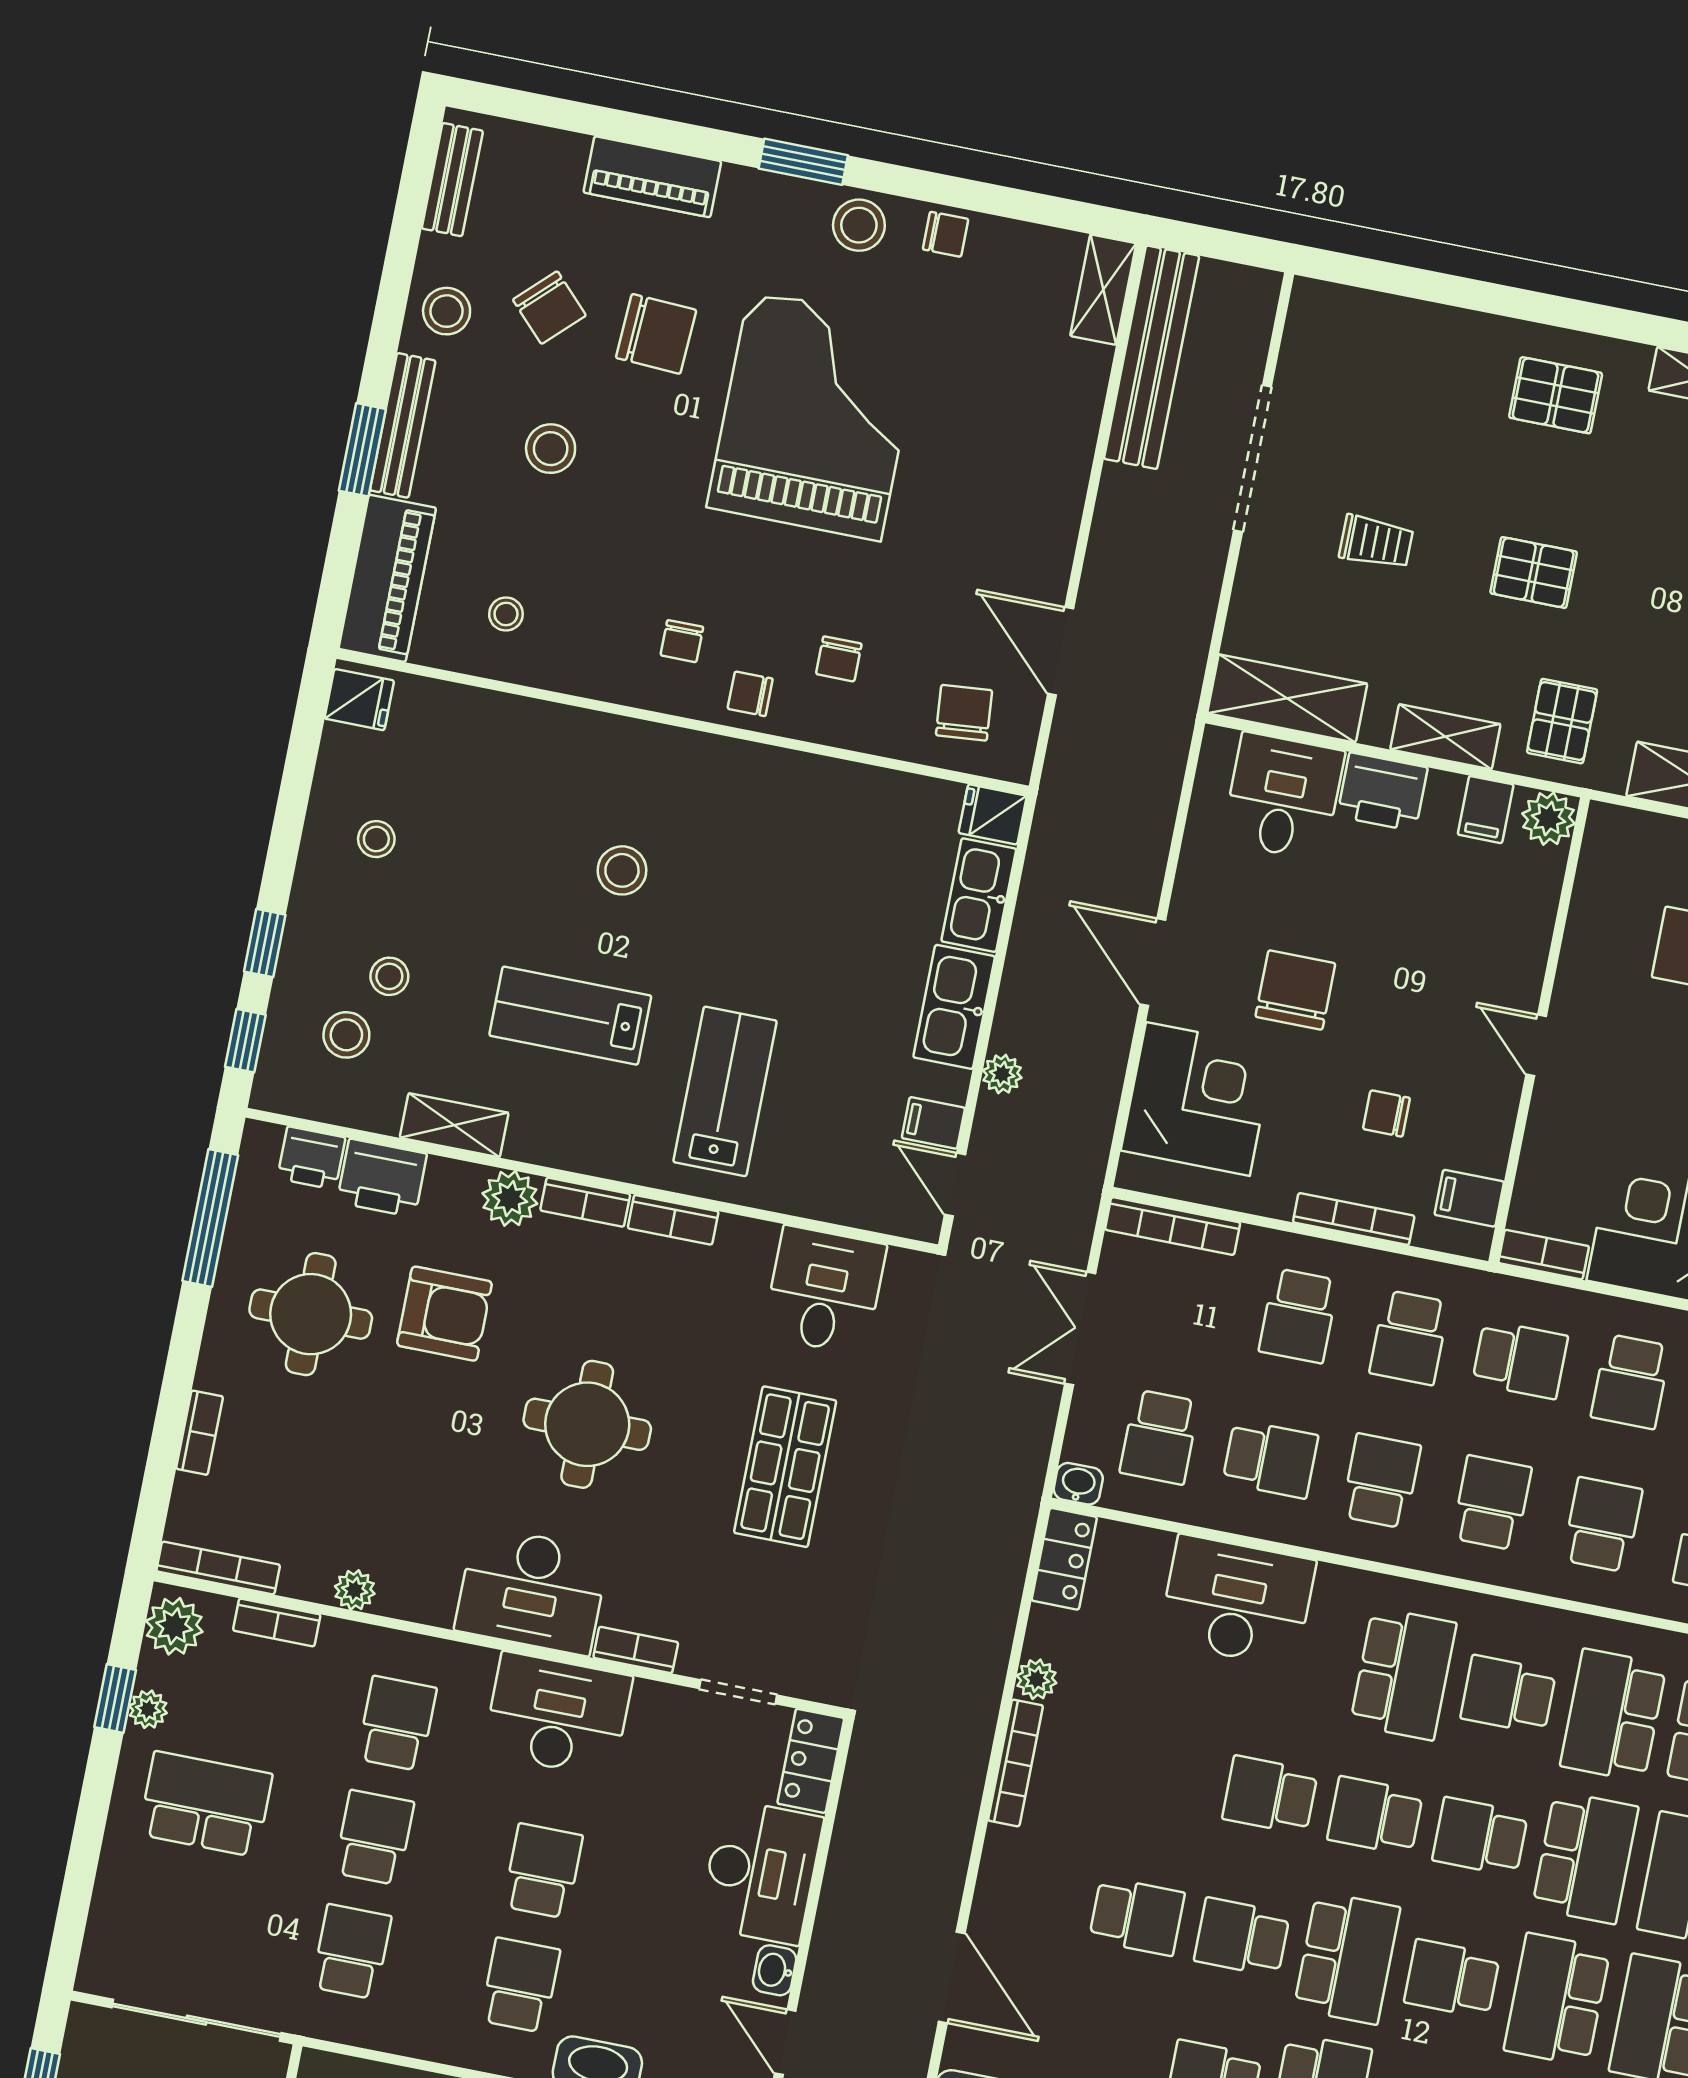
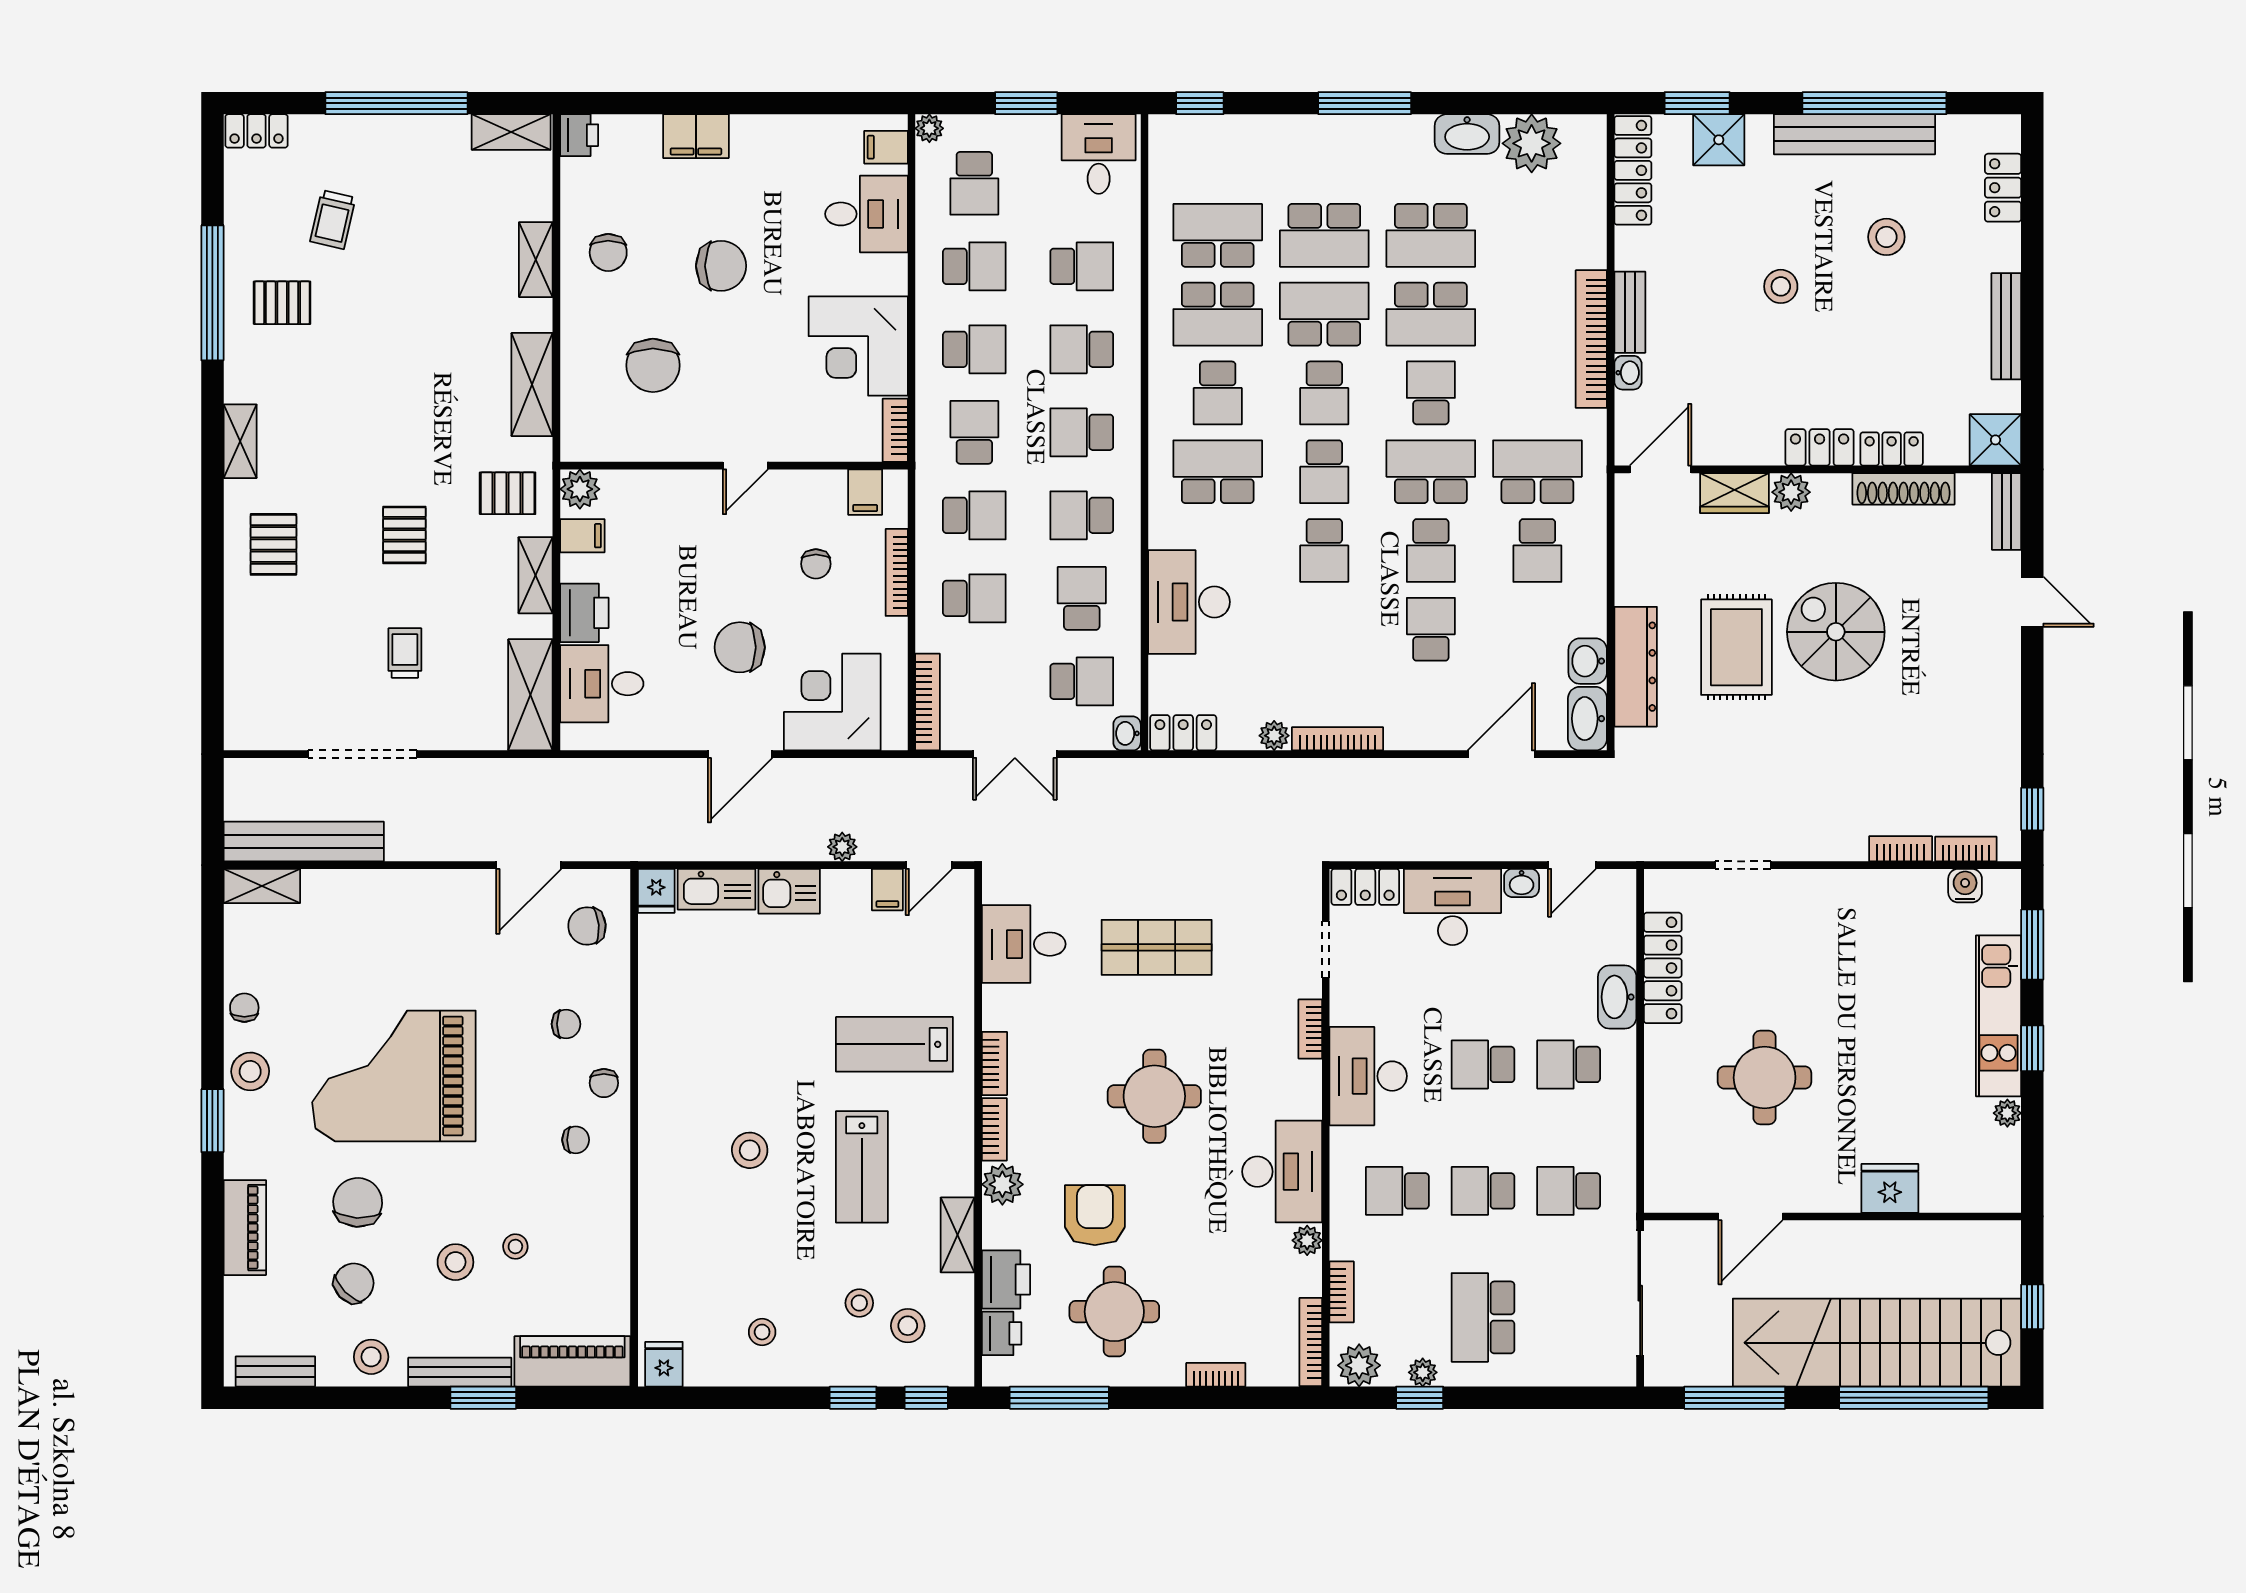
stool: (506, 614) -> (515, 1247), moved
kitchen sink: (954, 1007) -> (789, 891), width x0.73
desk: (532, 1590) -> (1282, 1172), moved
school desk: (1452, 1979) -> (1431, 393), turned 180

